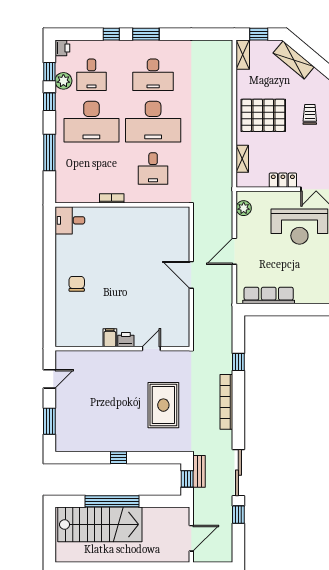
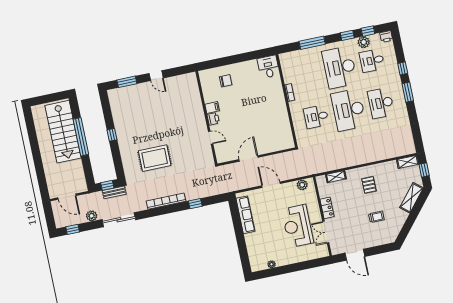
pallet: (263, 115) -> (369, 185), width x0.49, depth x0.50
filing cabinet: (110, 338) -> (212, 107), moved
printer: (126, 340) -> (213, 119), moved
wall: (122, 349) -> (206, 118), moved
door: (151, 349) -> (211, 138), moved
plant: (225, 510) -> (92, 216), added
window: (238, 515) -> (73, 229), moved

